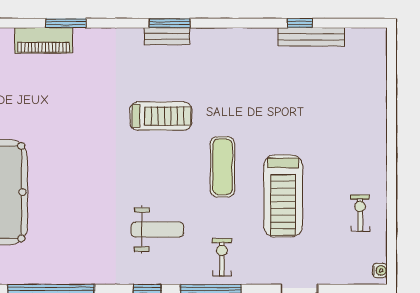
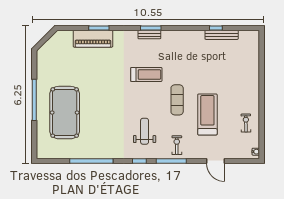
piano: (44, 40) -> (93, 39), width x1.37, depth x1.33
treadmill: (283, 196) -> (207, 114), turned 180
weight bench: (157, 230) -> (145, 131), turned -90

